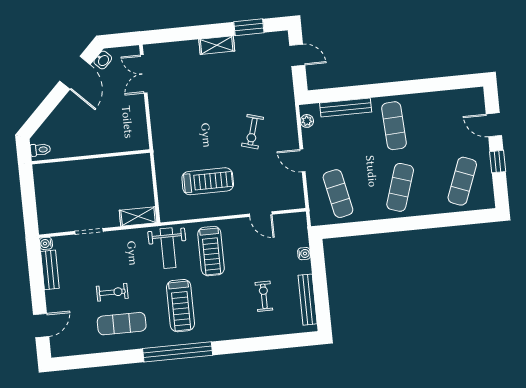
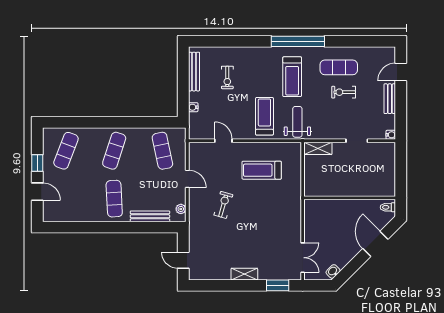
window: (249, 27) -> (278, 285), moved
door: (75, 73) -> (375, 244), moved
bench: (50, 270) -> (390, 99), moved
treadmill: (181, 306) -> (292, 77), turned 180

